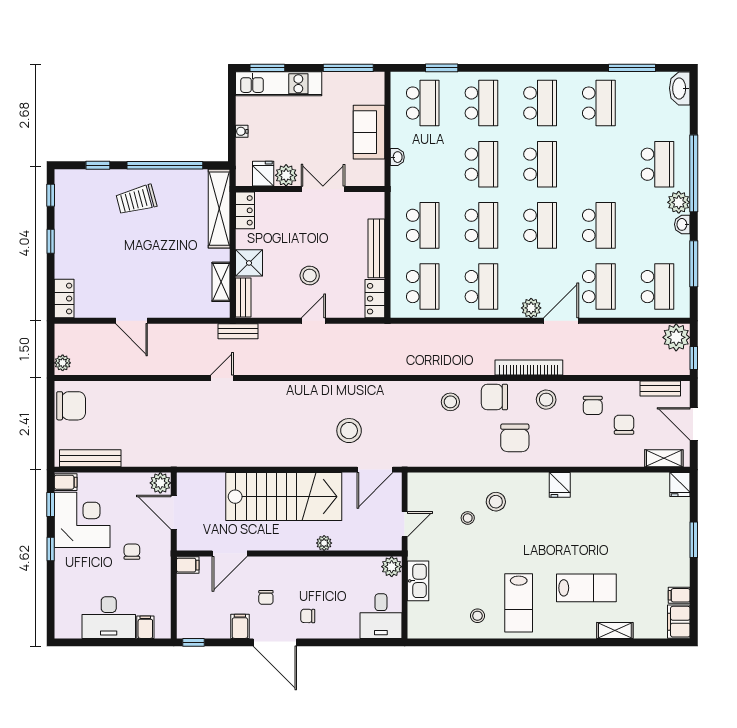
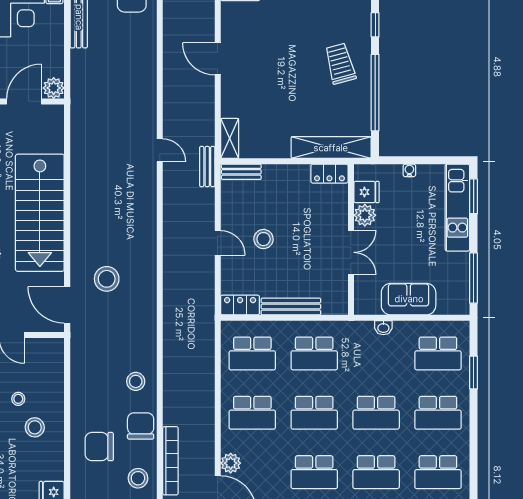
shower: (249, 263) -> (276, 178), removed
shelving: (221, 282) -> (230, 138), moved, turned 90
door: (131, 321) -> (218, 59), hinge flipped

